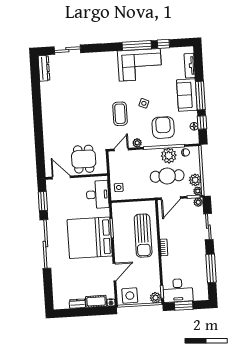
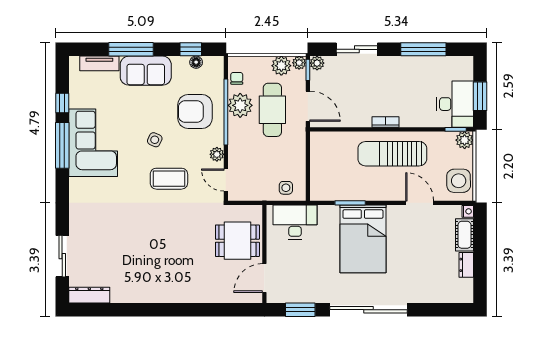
window: (200, 96) -> (131, 49), moved
sun lounger: (143, 236) -> (392, 154), moved, turned 180
bed: (90, 238) -> (363, 239), width x0.73

